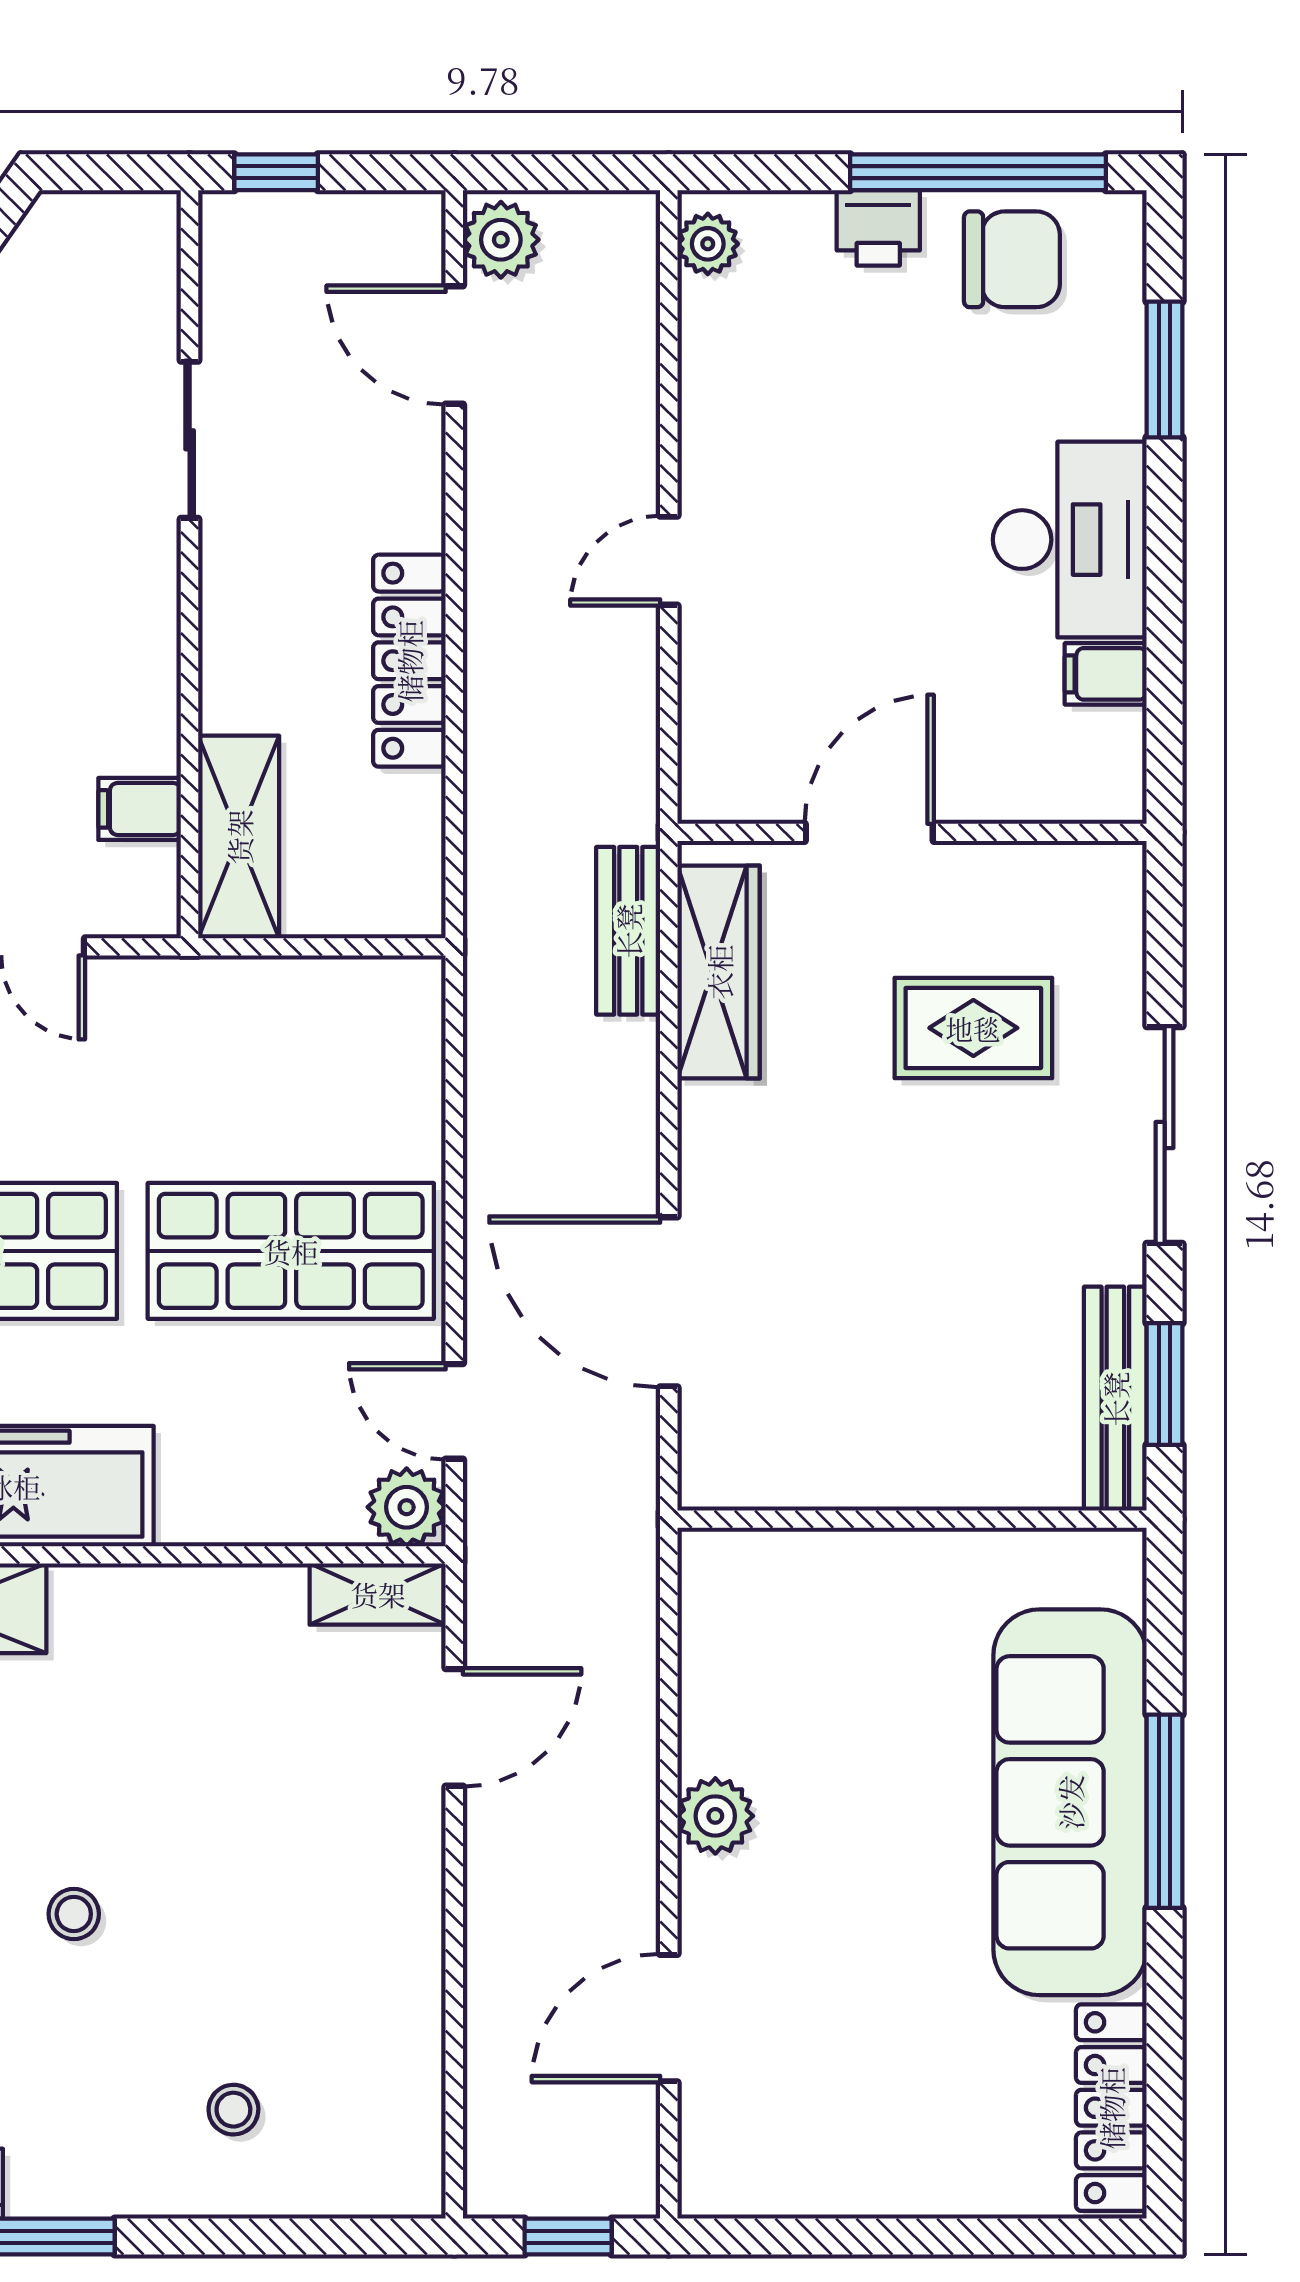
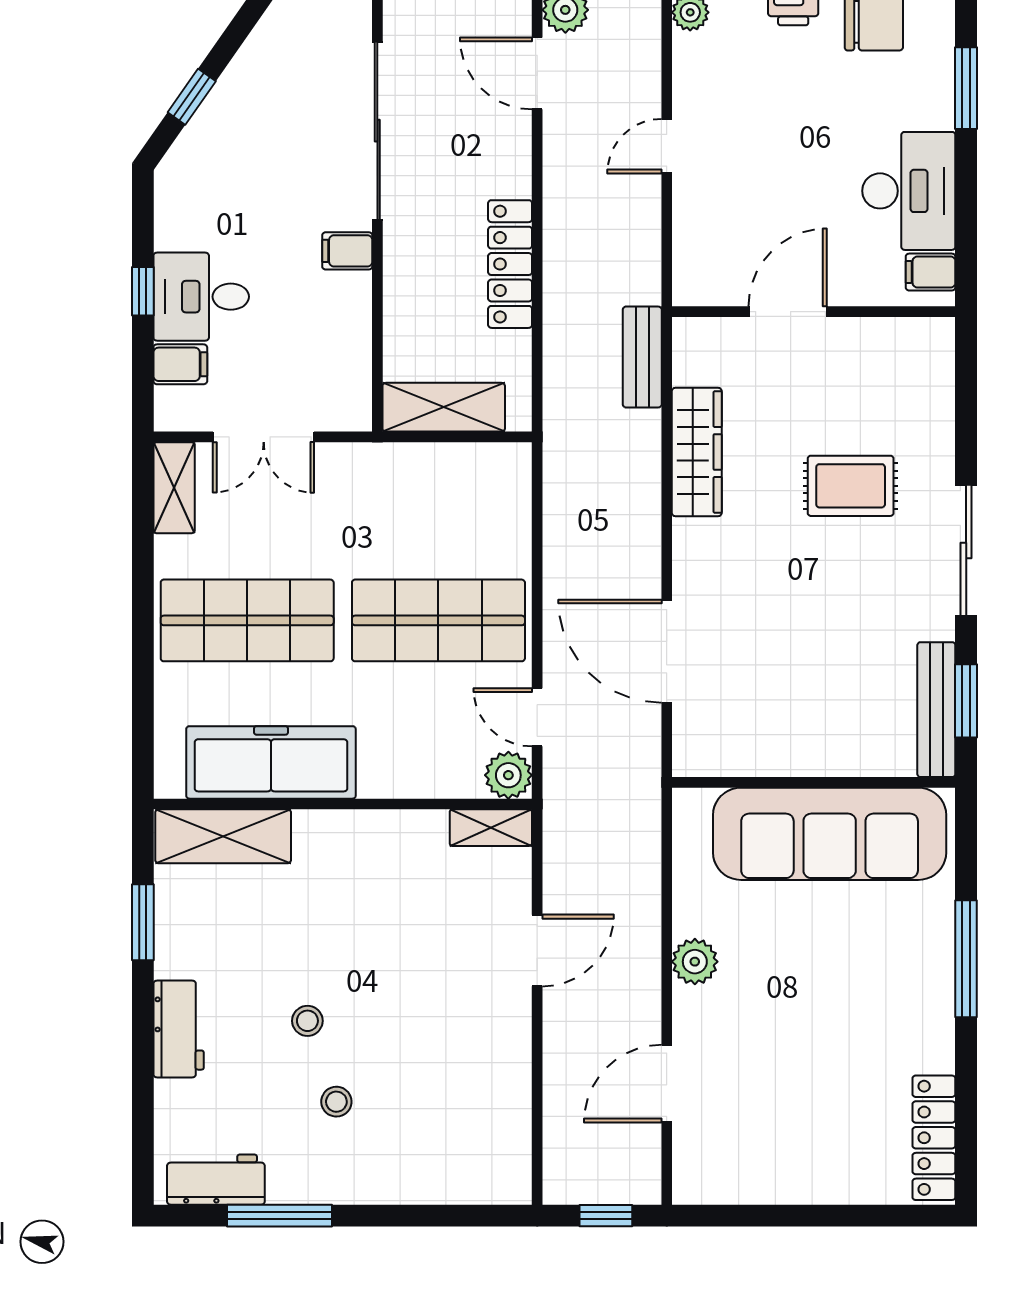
sliding door: (190, 440) -> (377, 131), width x1.86
door: (669, 561) -> (667, 146), moved
filing cabinet: (140, 809) -> (347, 251), moved
door: (869, 832) -> (788, 312), moved
wall: (912, 832) -> (814, 312), moved
shelving: (239, 837) -> (444, 407), moved, turned 90
bench: (628, 931) -> (642, 357), moved
door: (454, 1727) -> (537, 950), moved
sofa: (1070, 1802) -> (830, 834), moved, turned -90
stool: (233, 2110) -> (336, 1102), moved

